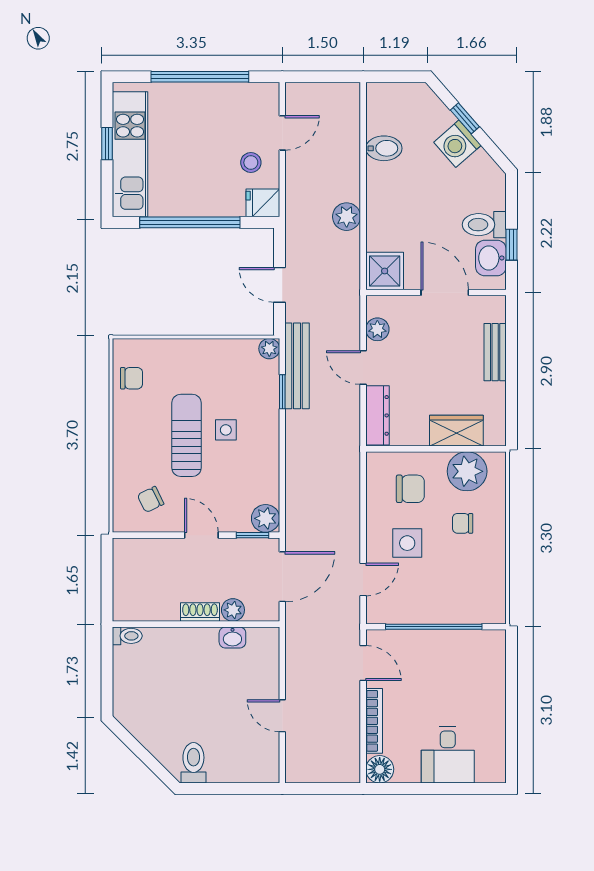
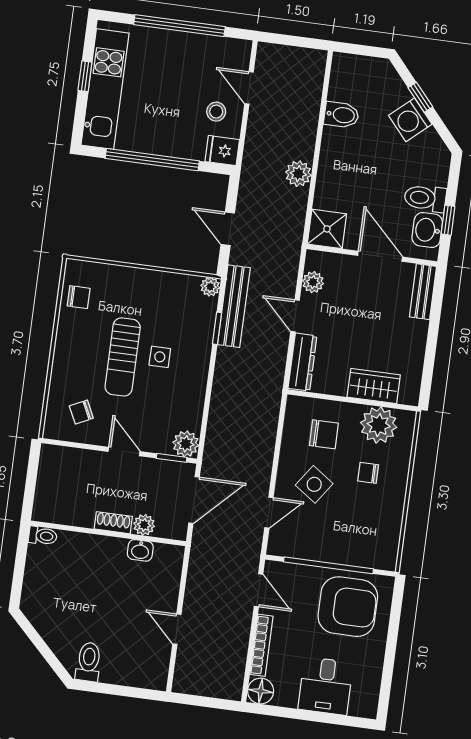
door: (282, 133) -> (249, 88), swing flipped
bench: (495, 352) -> (423, 292), moved
sun lounger: (187, 435) -> (123, 357), turned 180
side table: (407, 543) -> (314, 484), turned 35
armchair: (460, 668) -> (348, 607), added

